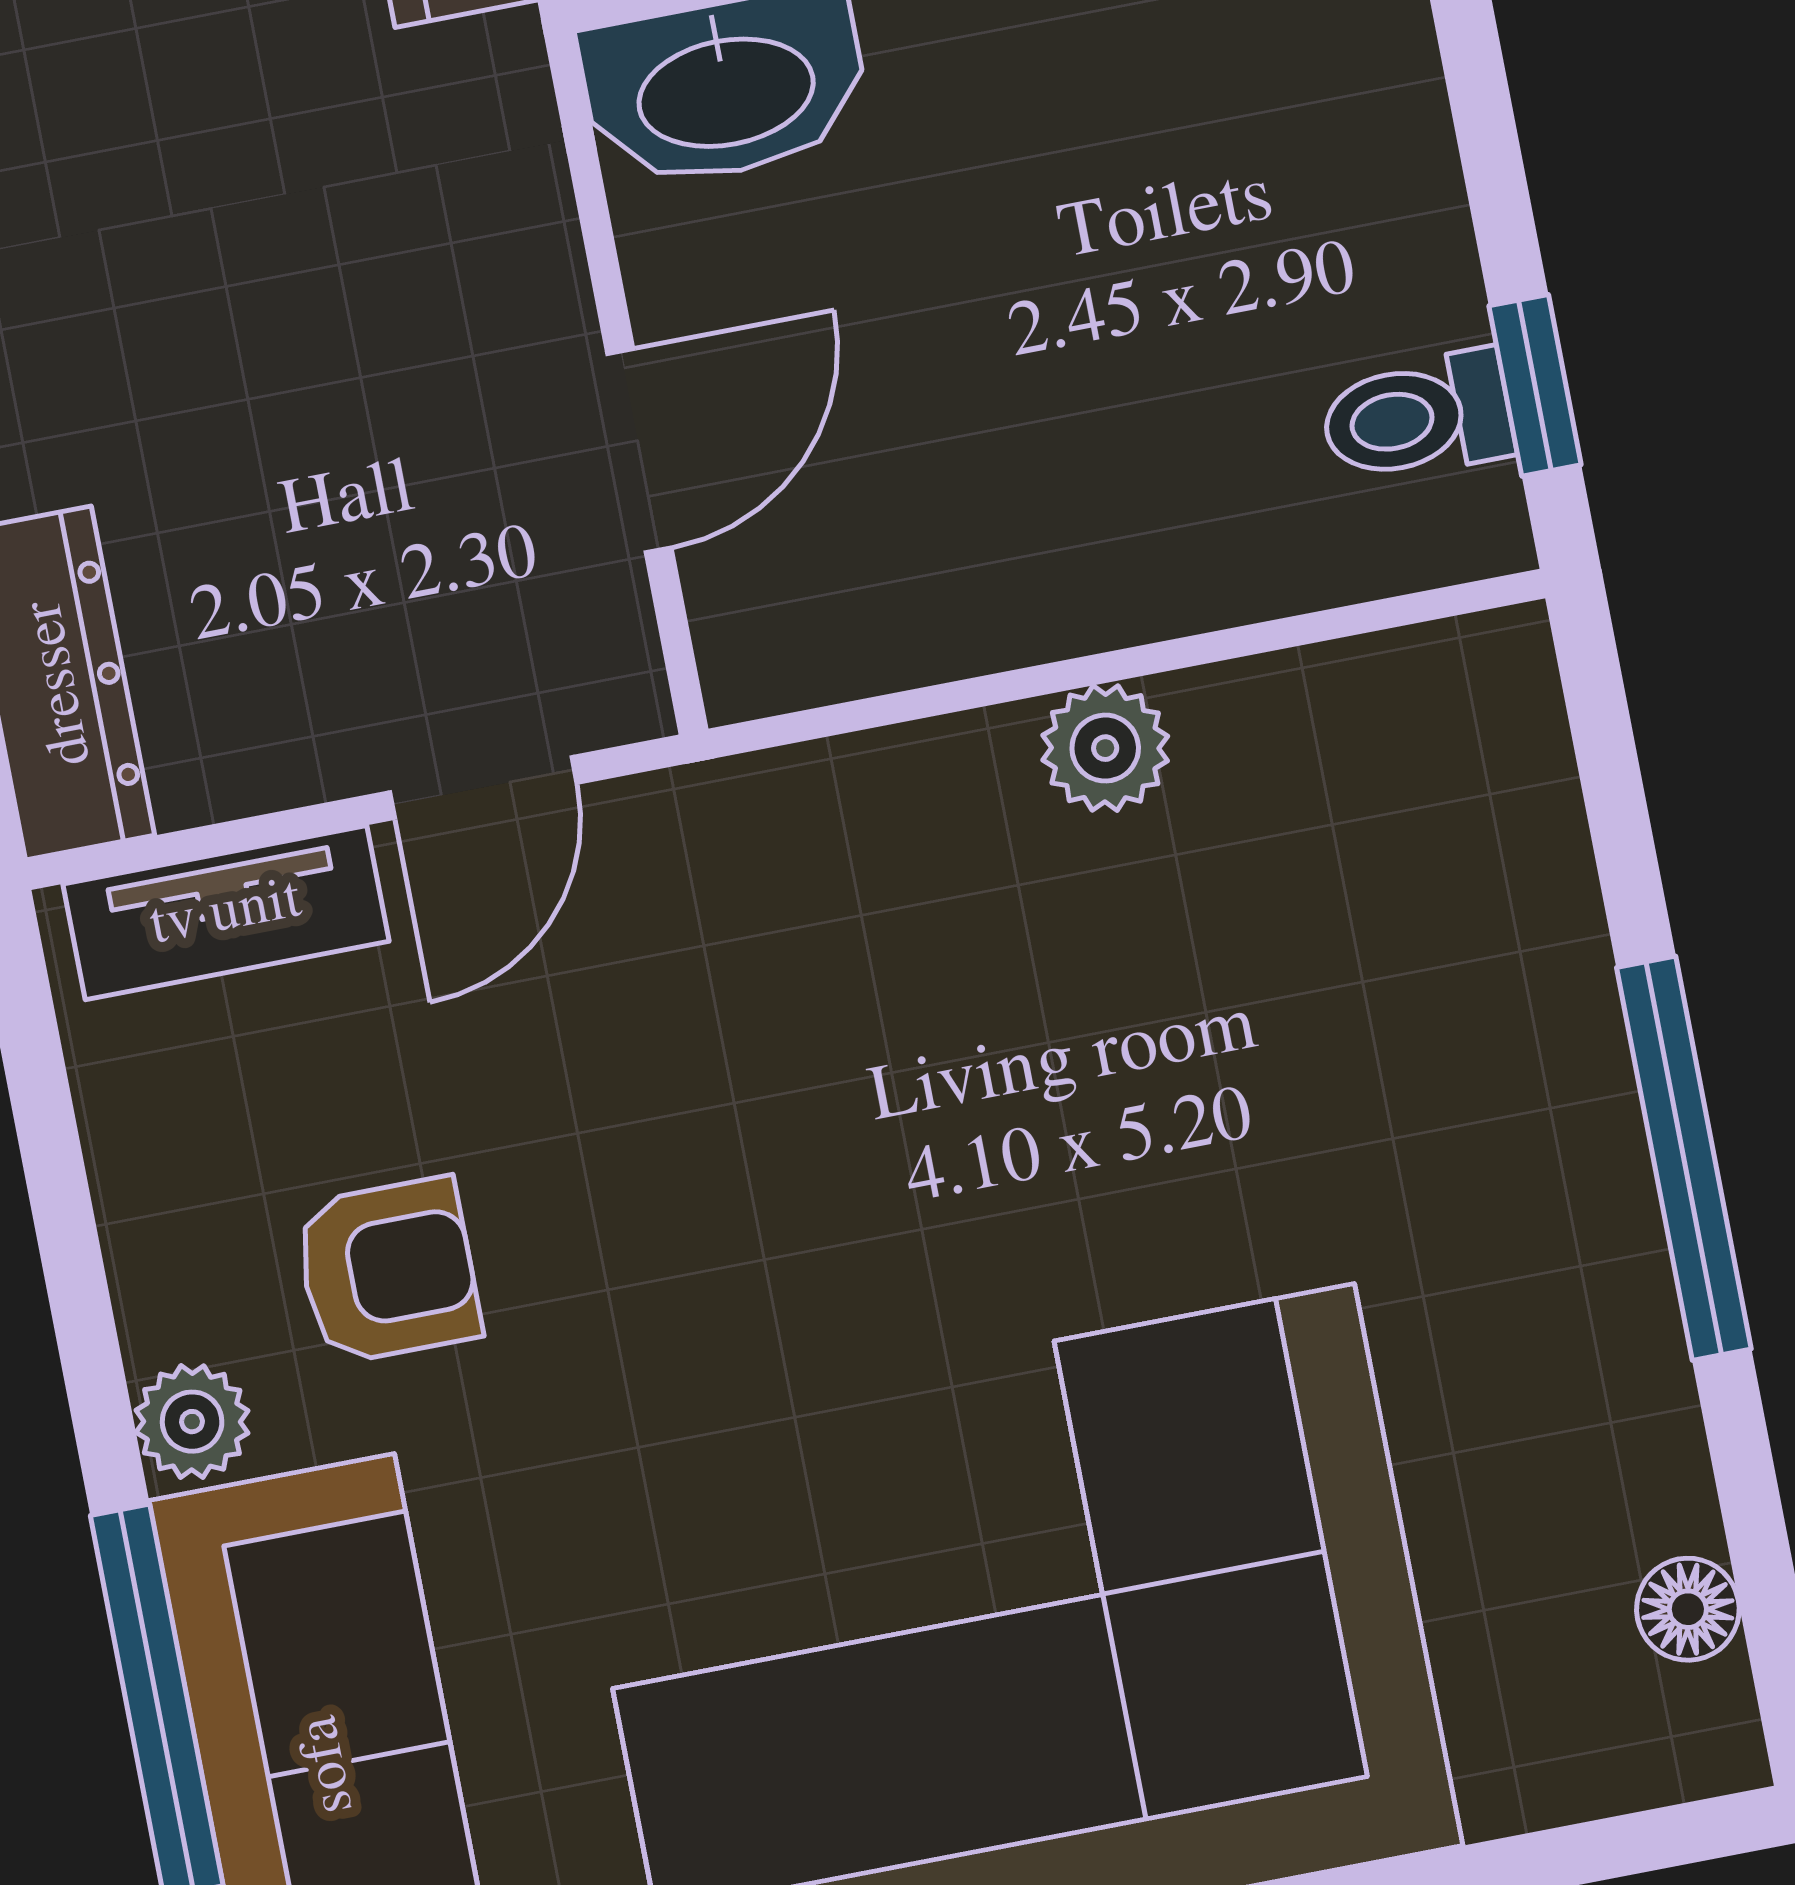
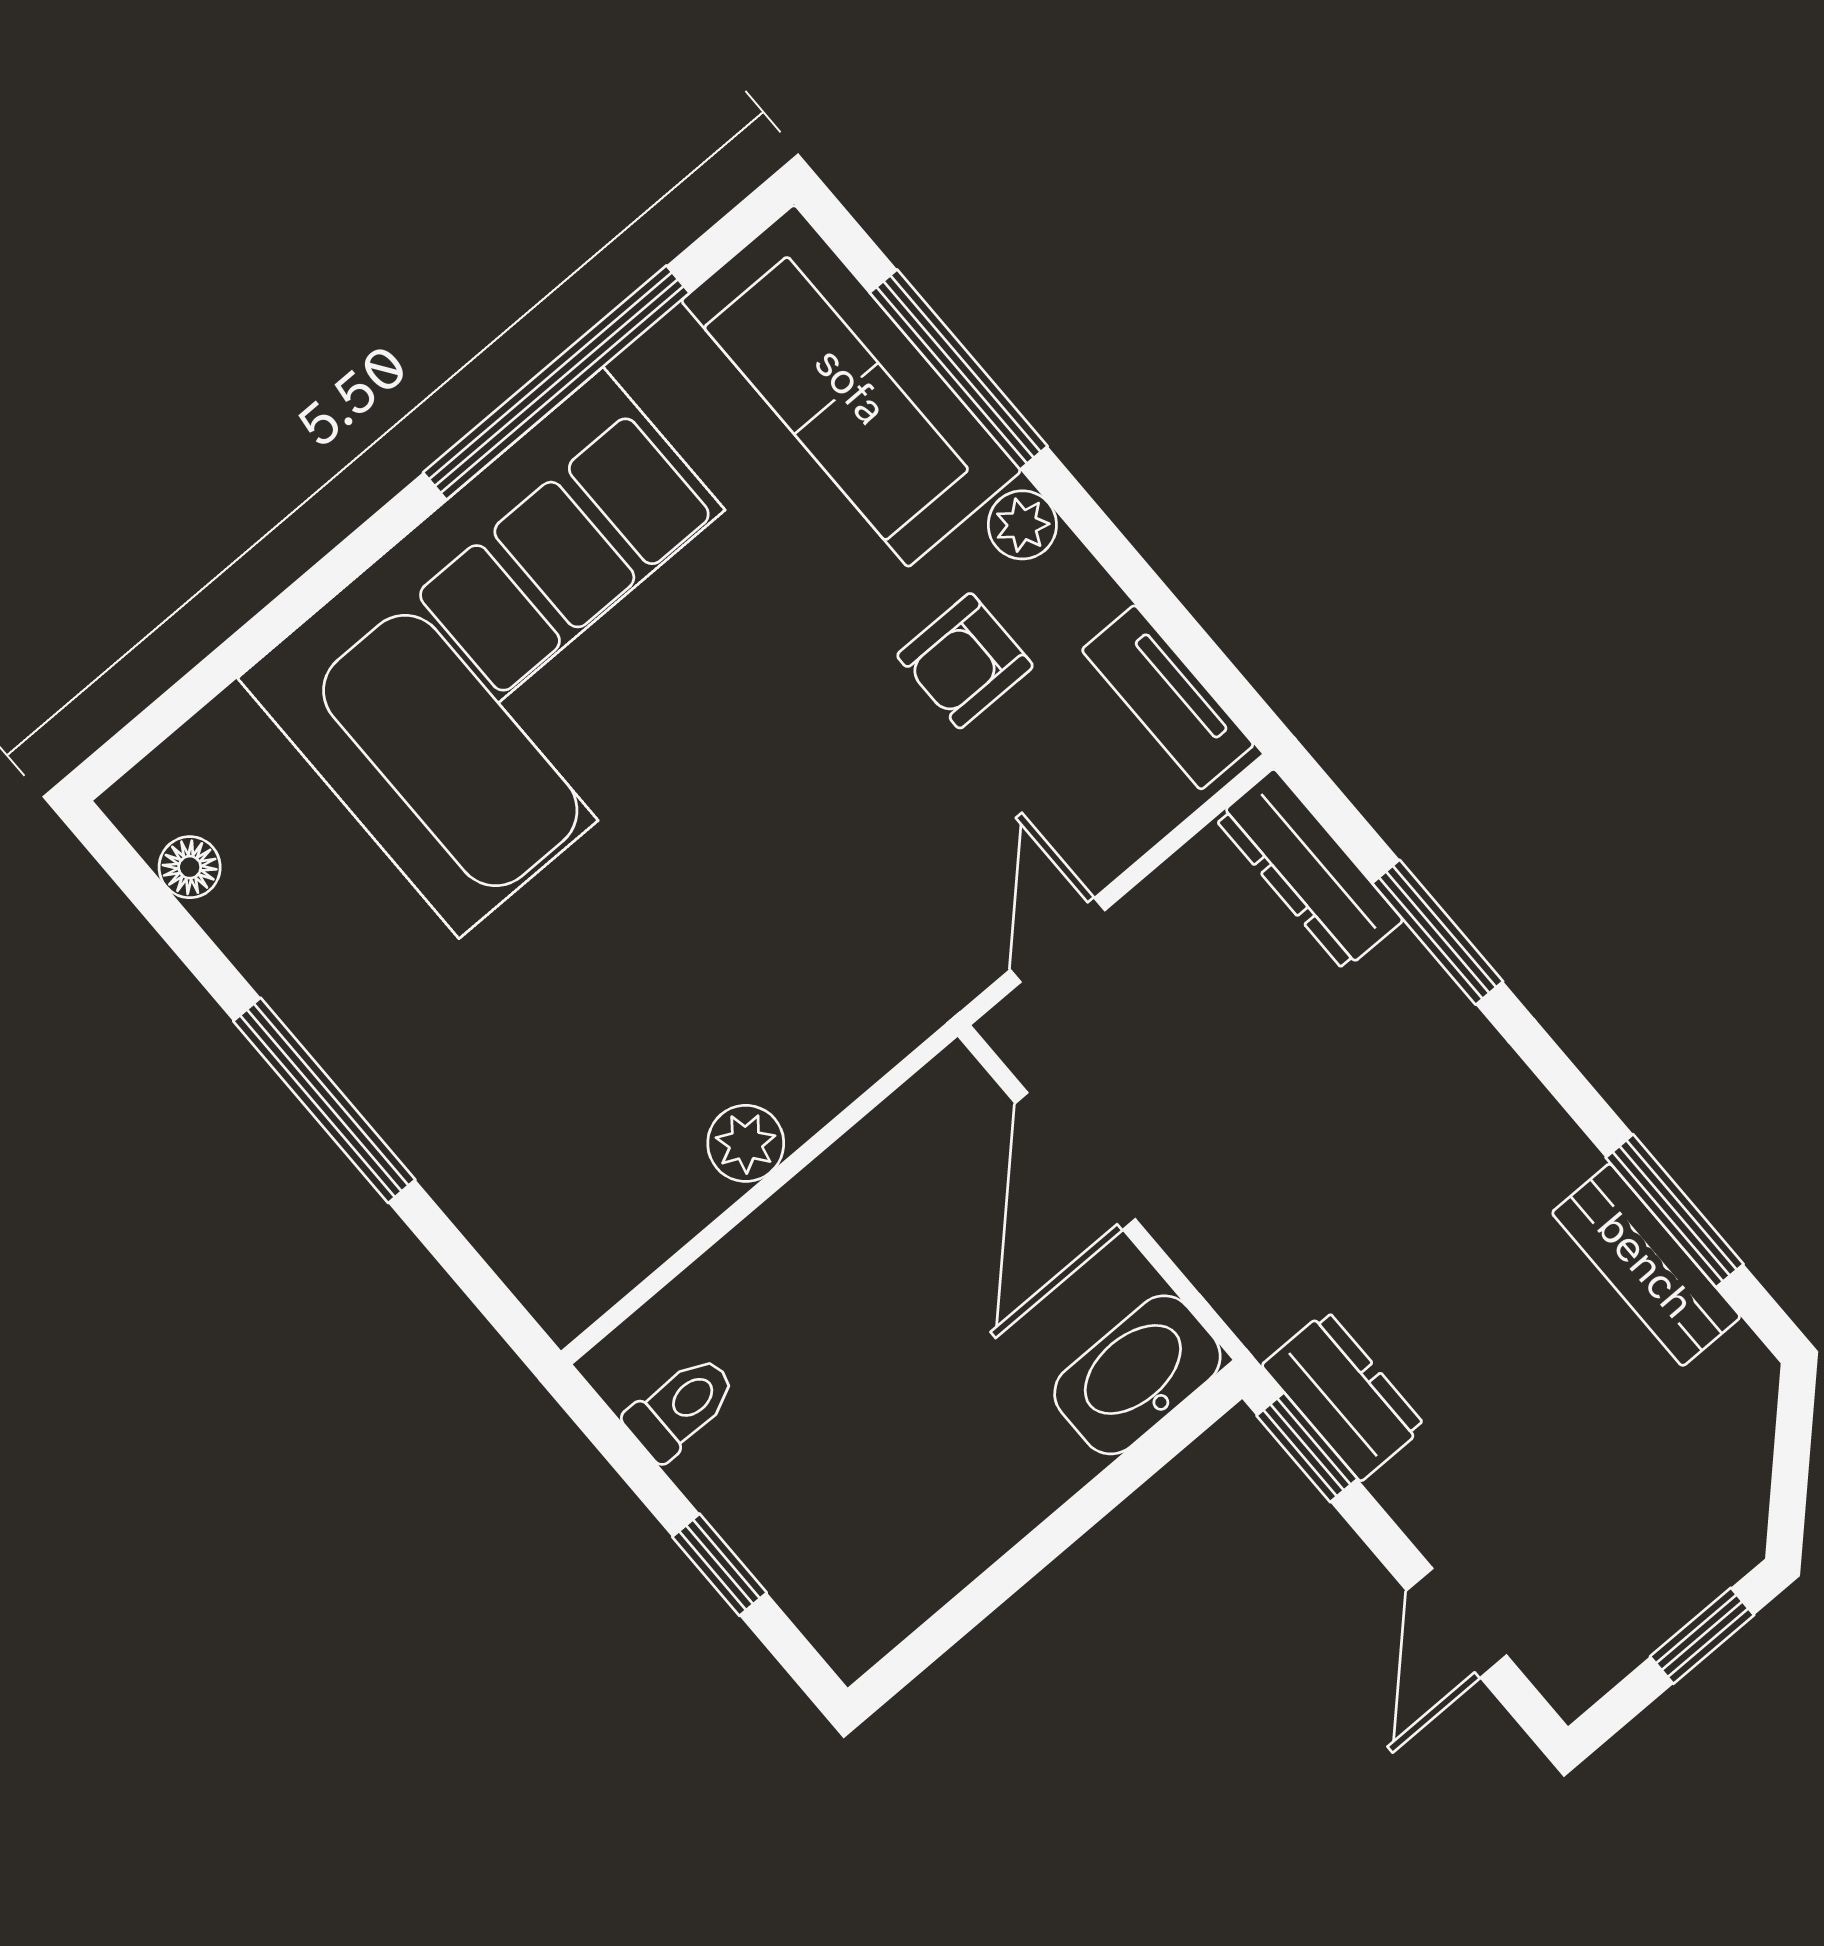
window: (1535, 385) -> (719, 1565), moved
door: (639, 451) -> (1075, 1161), width x1.38
tv unit: (226, 913) -> (1168, 697), moved, turned -90

